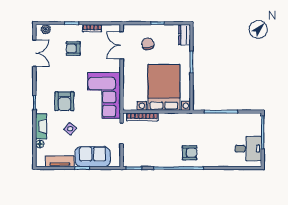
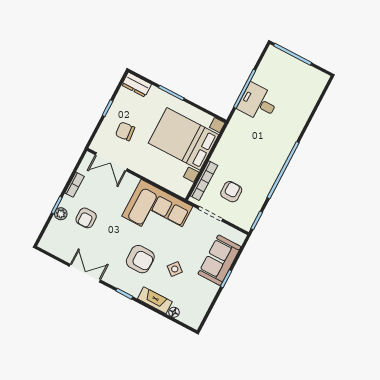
plant: (46, 29) -> (61, 214), moved
double door: (34, 53) -> (85, 273), moved
desk: (248, 149) -> (258, 103), moved, turned -90
armchair: (190, 153) -> (231, 192), moved
tv unit: (60, 161) -> (205, 300), removed

